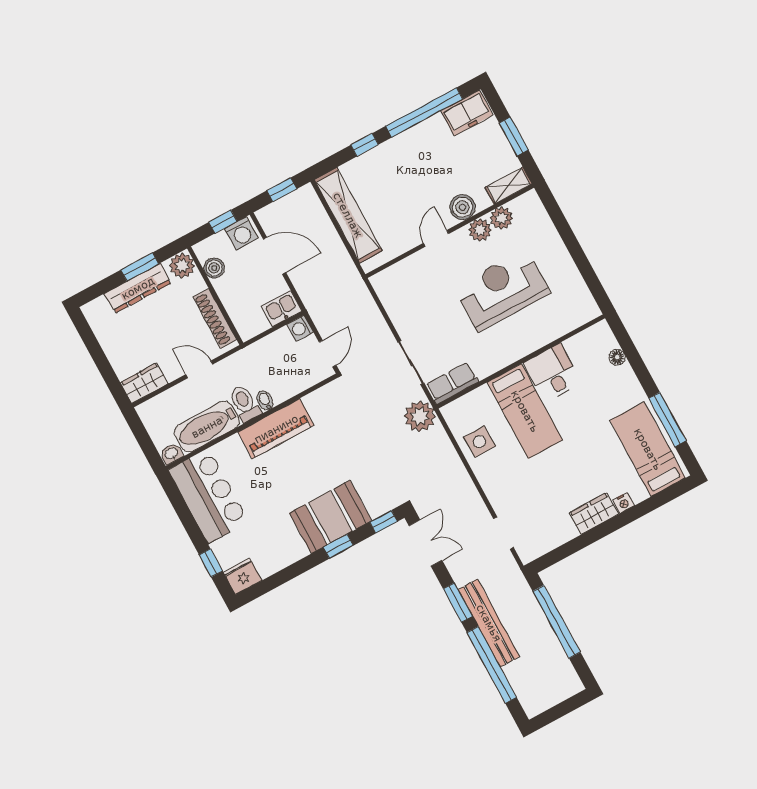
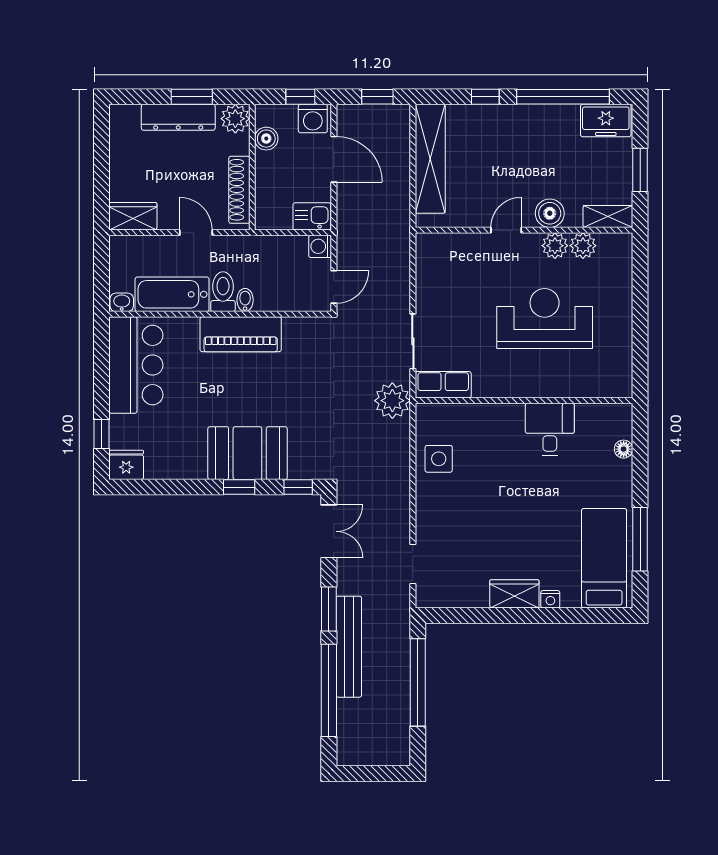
bed: (525, 411) -> (501, 453), removed

